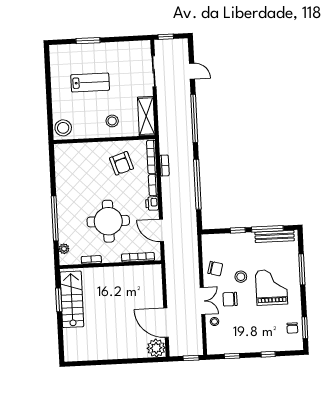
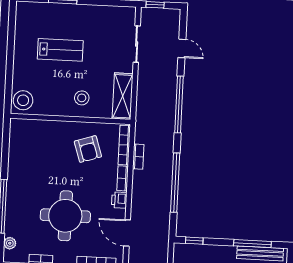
window: (238, 230) -> (194, 241), moved

